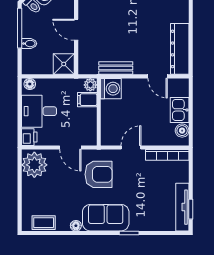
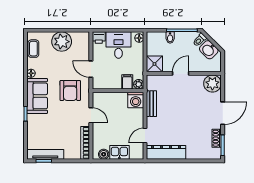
door: (70, 147) -> (91, 69), hinge flipped
plant: (34, 165) -> (62, 42), moved

